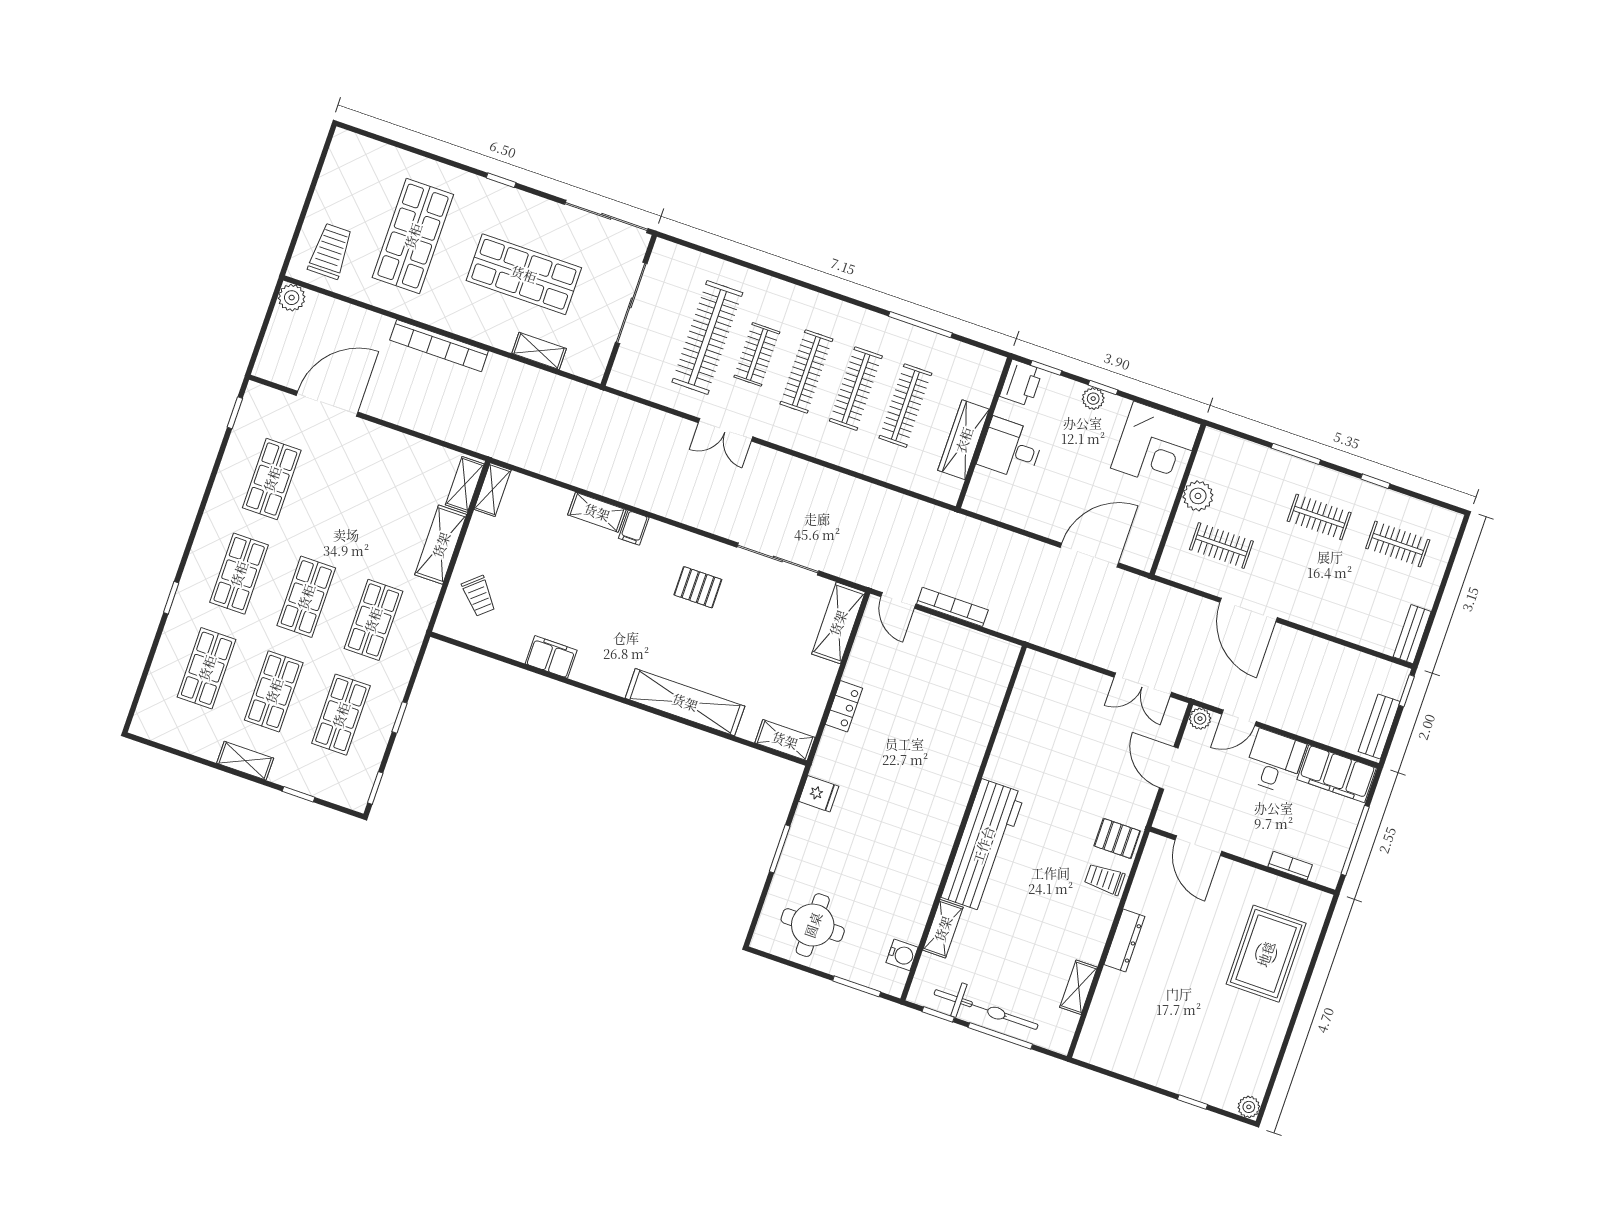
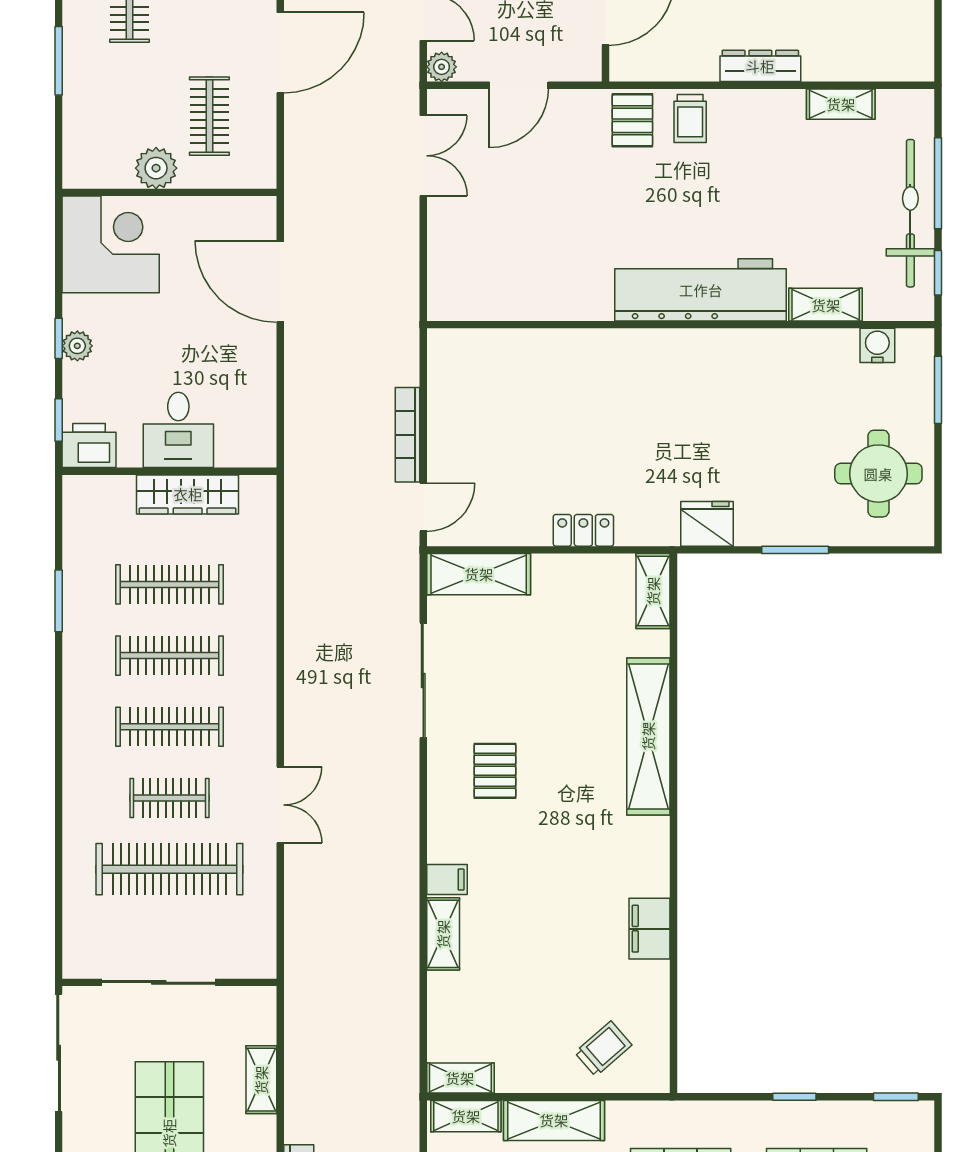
window: (920, 325) -> (59, 601), width x0.69
fridge: (819, 794) -> (707, 524), width x1.38

